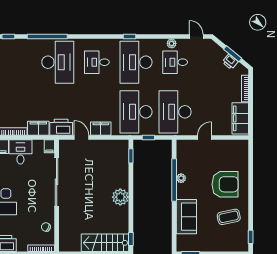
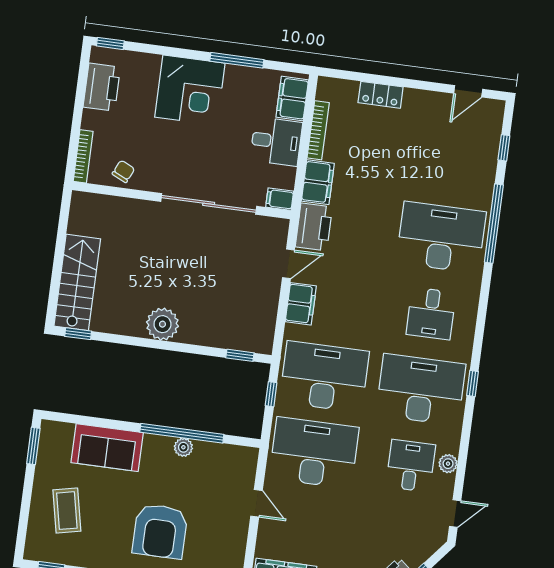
desk: (58, 62) -> (441, 237), turned 180
desk: (97, 62) -> (431, 313), turned 180
coffee table: (229, 217) -> (67, 511), moved

